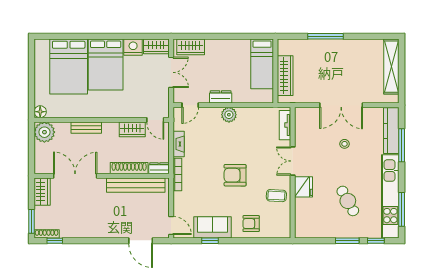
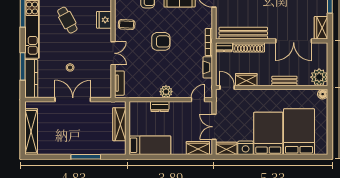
bed: (262, 64) -> (150, 145), moved, turned 90
dresser: (221, 97) -> (160, 106), moved
fridge: (304, 187) -> (104, 20), moved

